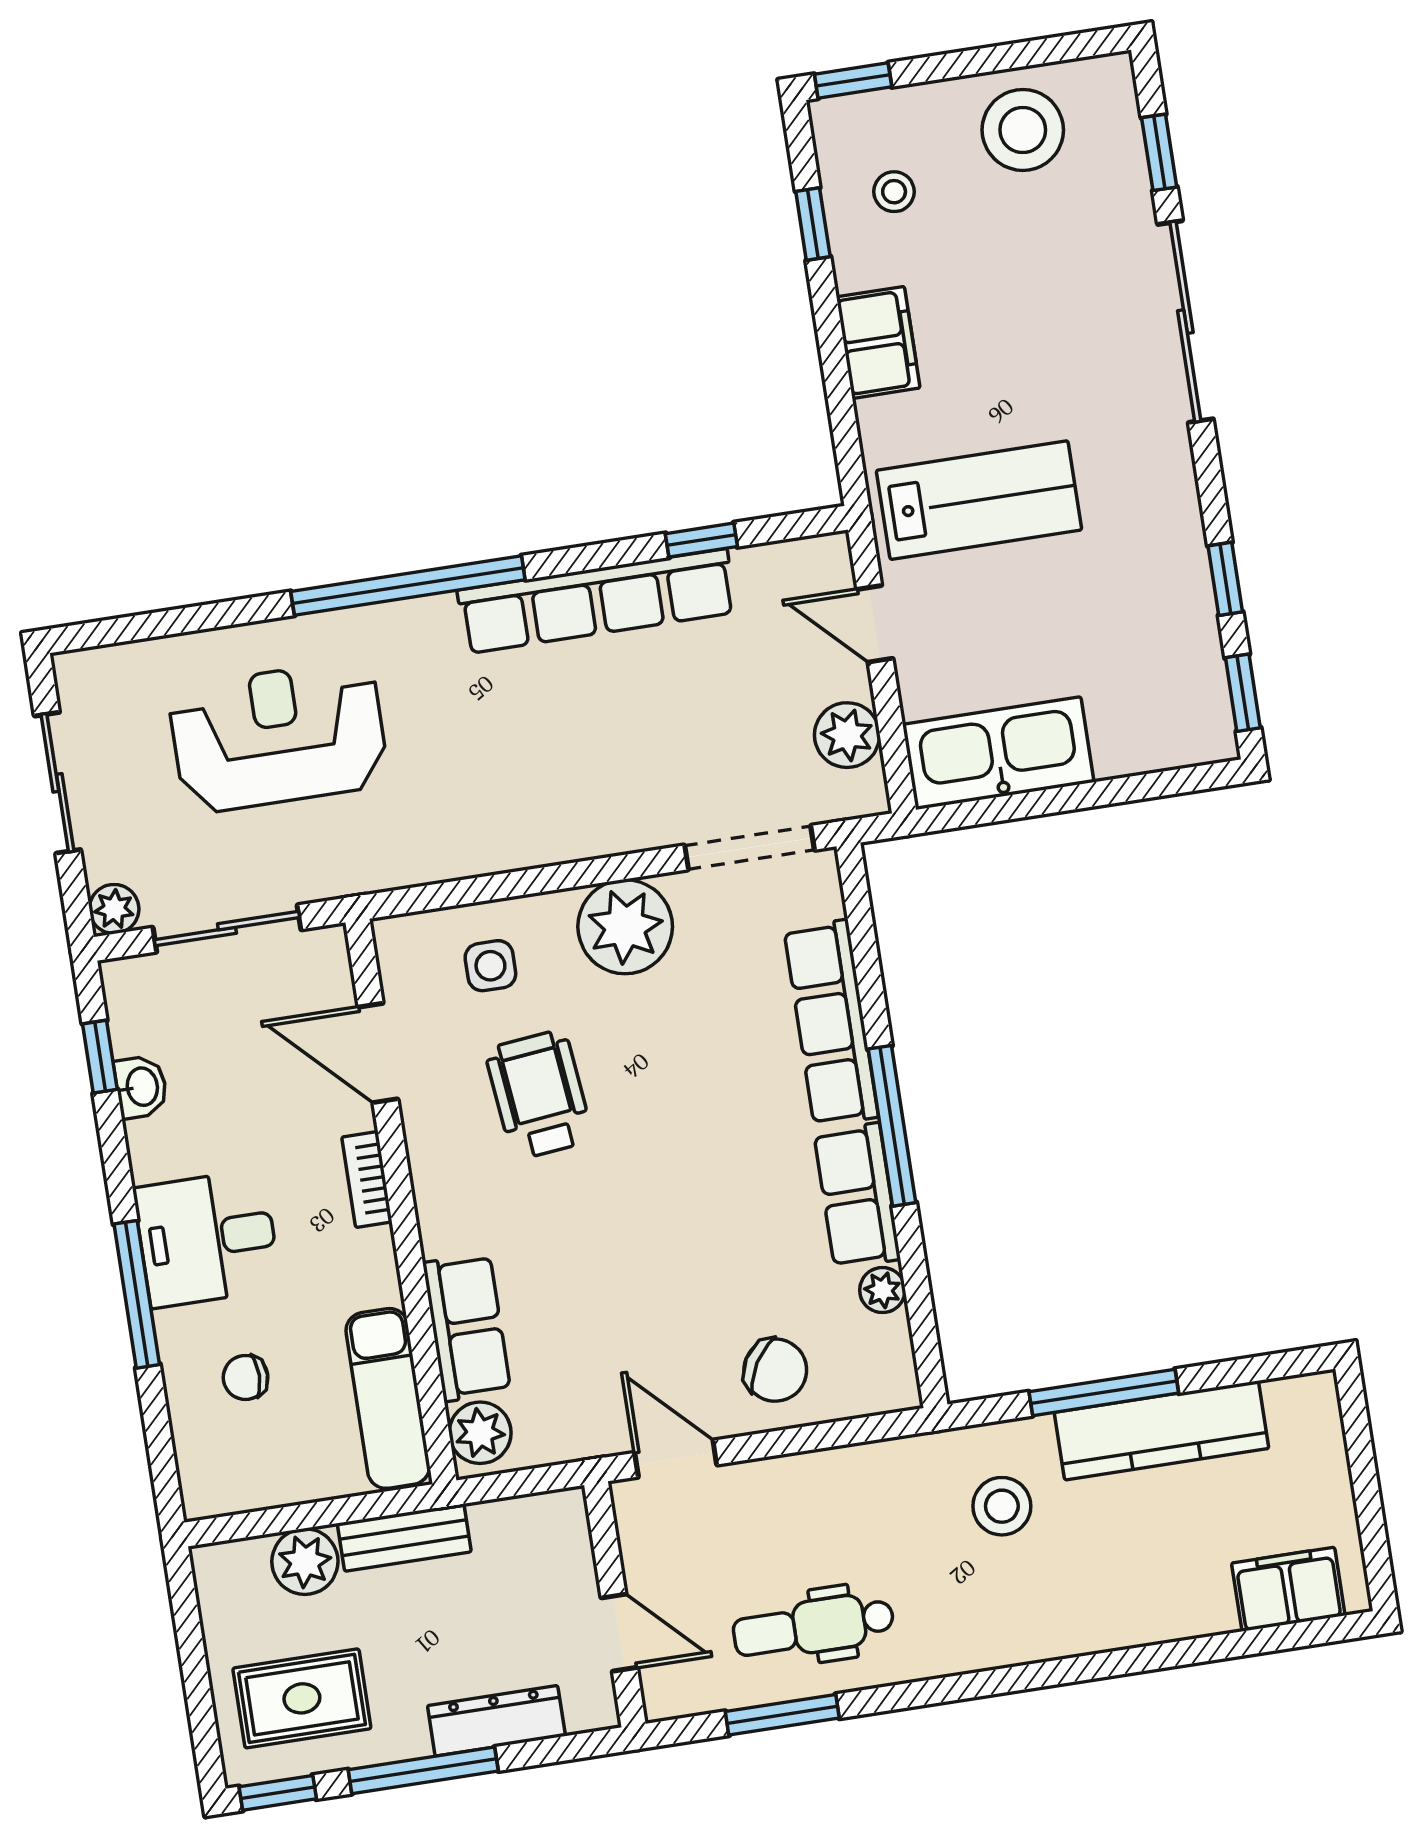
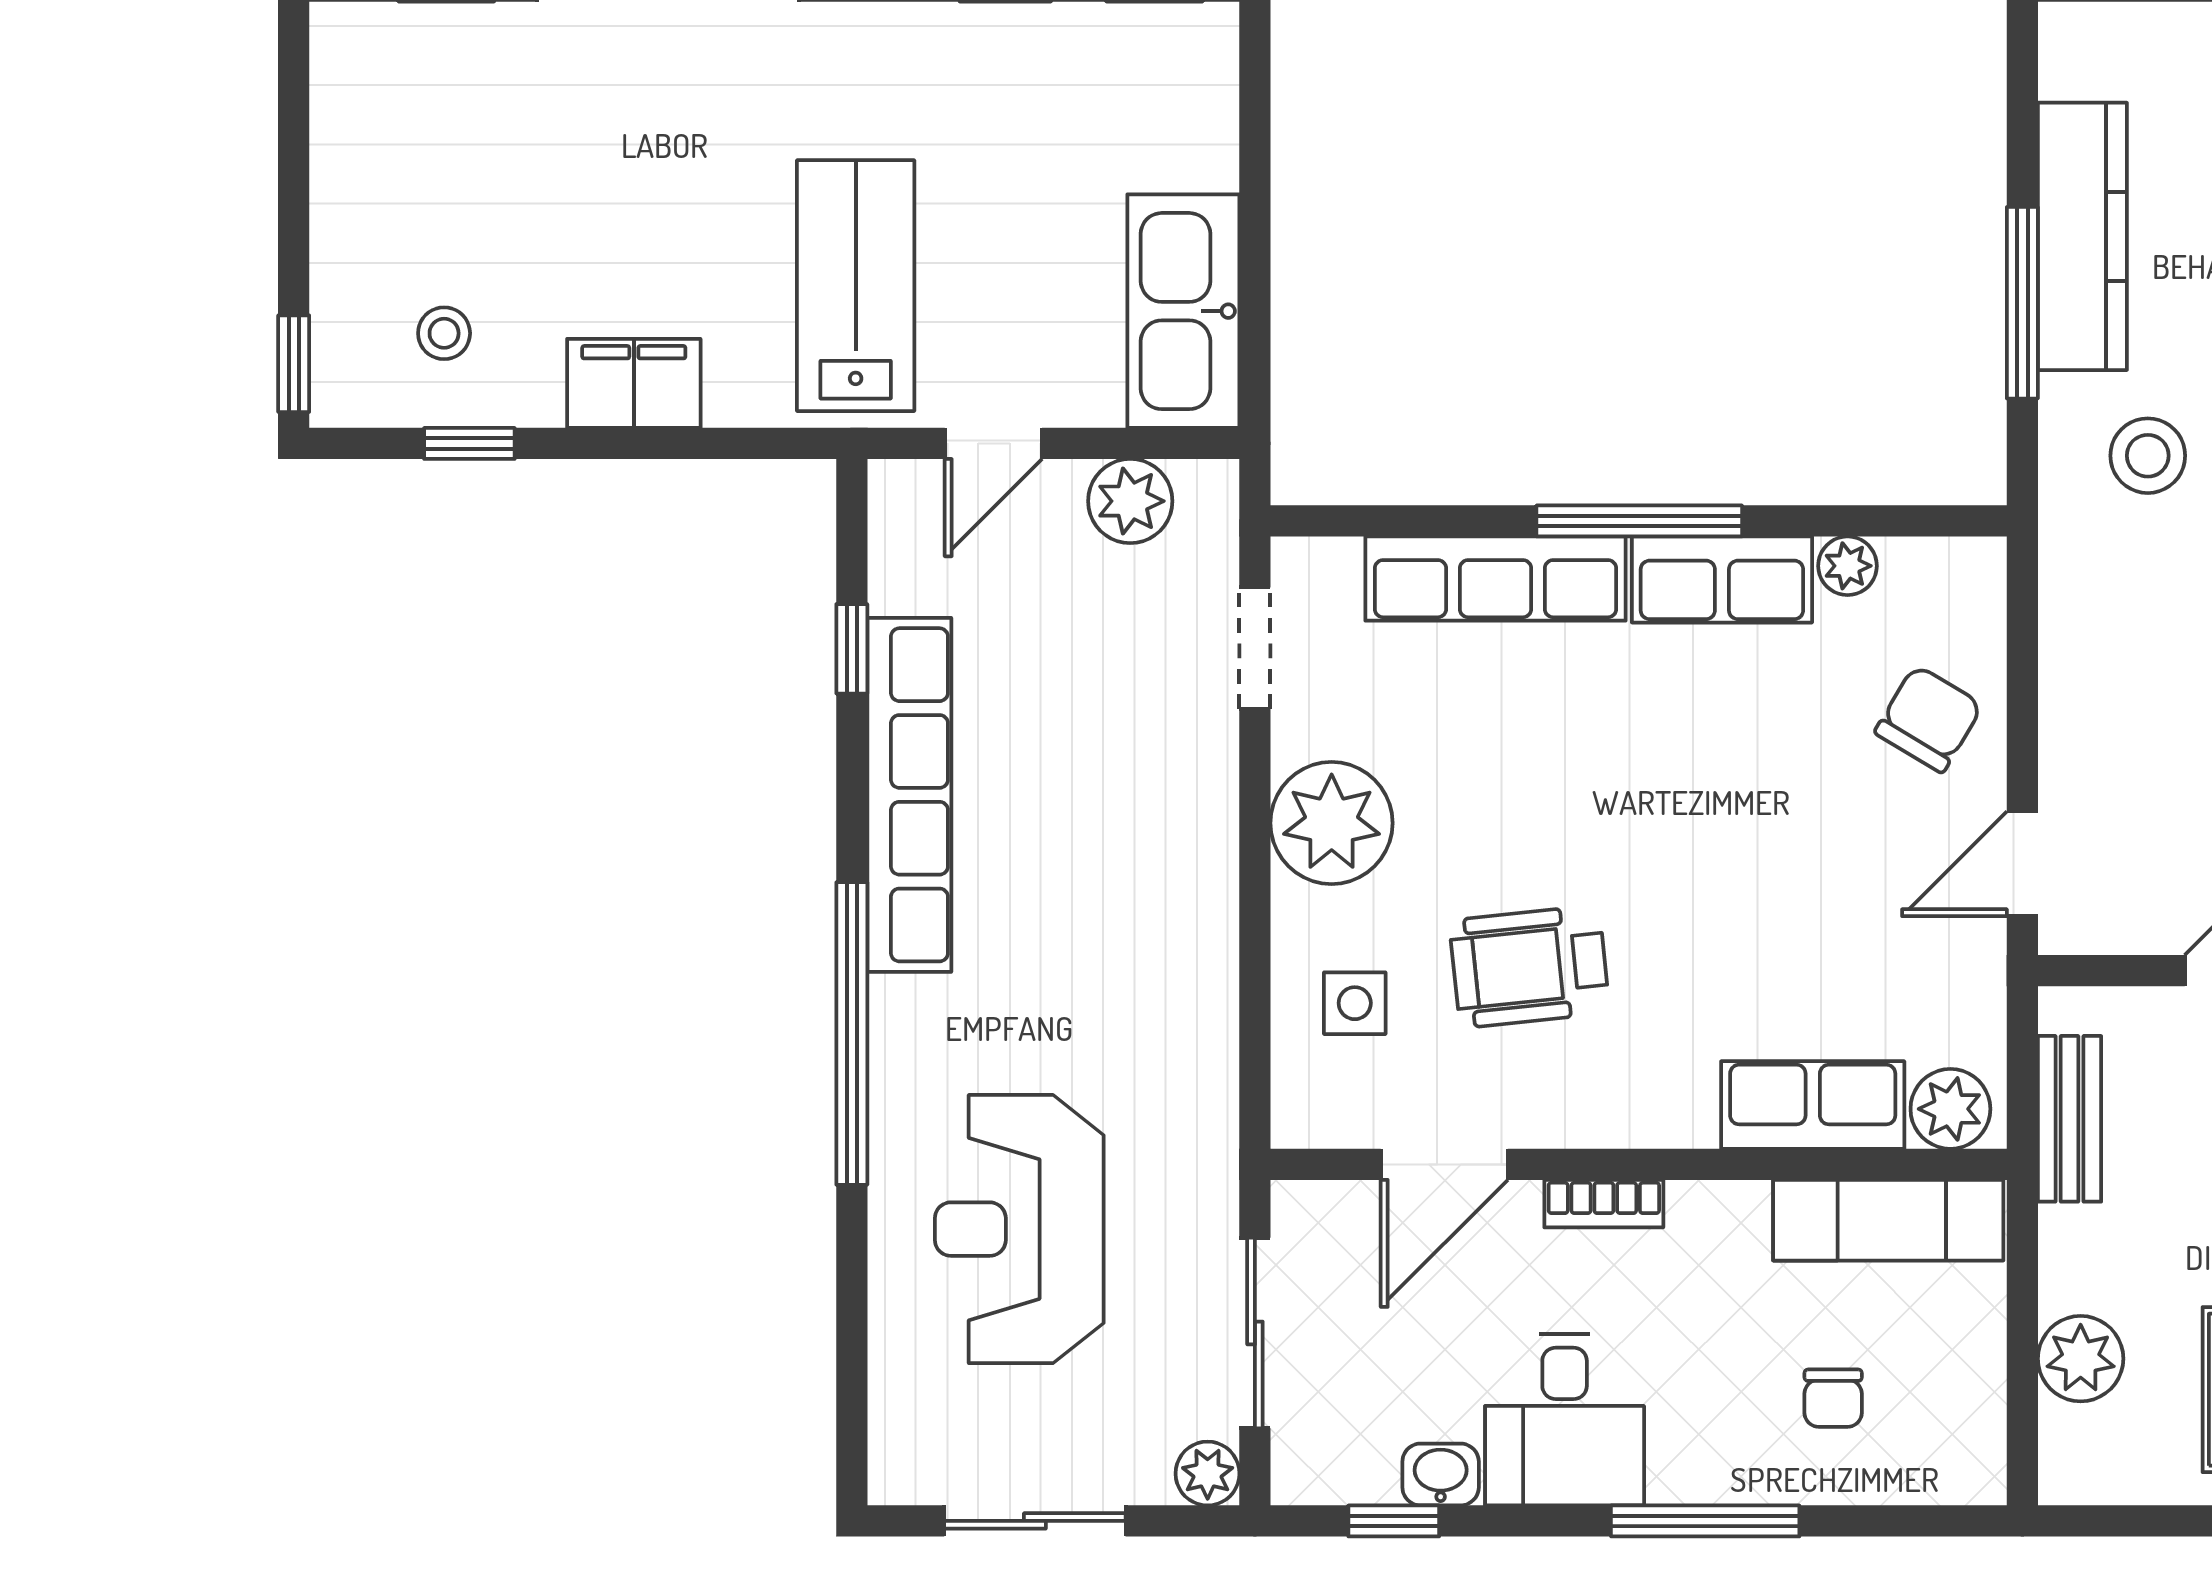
stool: (1023, 130) -> (391, 156), removed
doorway: (749, 848) -> (1255, 648), width x0.73
desk: (207, 1238) -> (1565, 1420), moved
bench: (404, 1538) -> (2069, 1119), moved

